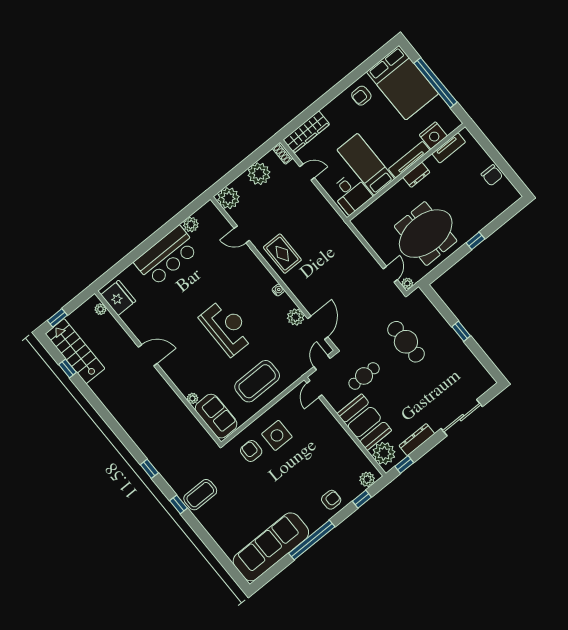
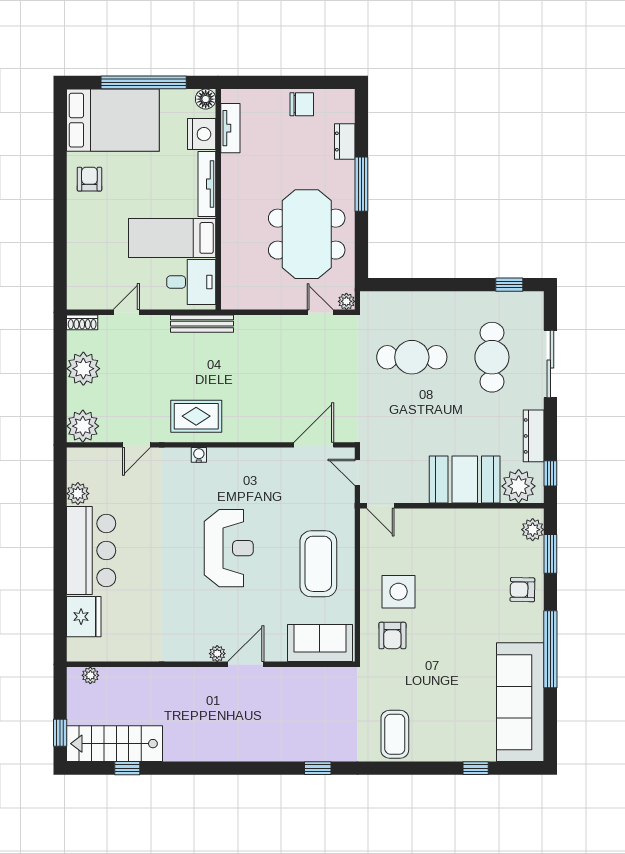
armchair: (361, 96) -> (89, 179), turned 180
floor lamp: (453, 122) -> (206, 99), added
wardrobe: (306, 132) -> (80, 276), removed
dresser: (416, 175) -> (345, 141), moved, turned 180
bench: (334, 217) -> (202, 324), added
window: (475, 241) -> (361, 184), width x2.17
water cooler: (278, 290) -> (199, 455), moved
fridge: (118, 298) -> (84, 617), moved, turned 90
plant: (296, 317) -> (281, 460), removed
reception desk: (227, 327) -> (229, 548), turned 90
door: (318, 328) -> (314, 445), hinge flipped
window: (461, 331) -> (509, 285), moved
door: (148, 355) -> (246, 664), moved
cafe table: (364, 376) -> (492, 357), moved, width x1.37, depth x1.35
plant: (192, 398) -> (217, 654), moved
armchair: (251, 451) -> (392, 636), turned -90
window: (362, 499) -> (550, 554), width x1.50
armchair: (331, 500) -> (522, 590), turned -89
window: (178, 504) -> (476, 768), moved

